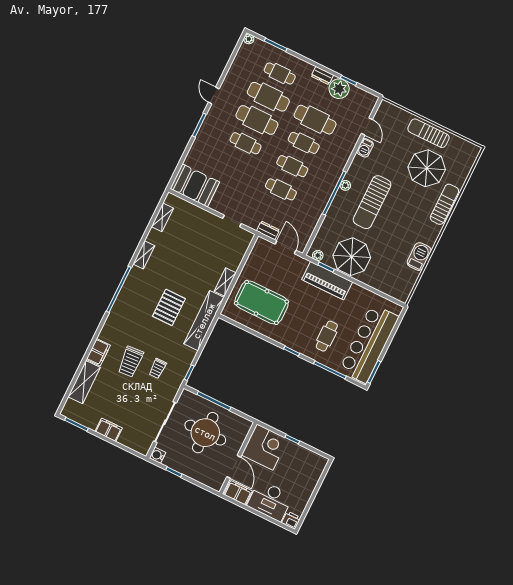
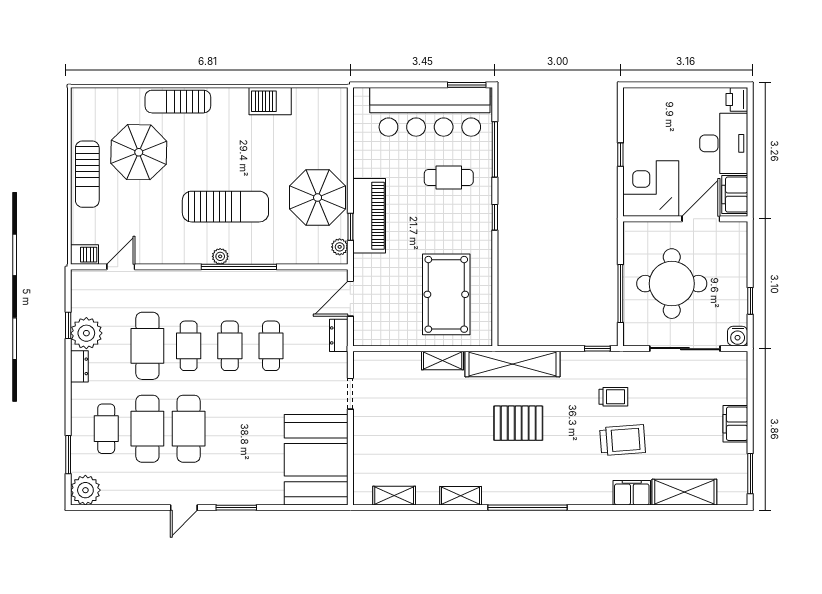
plant: (249, 39) -> (85, 490), width x1.88, depth x1.88
cafe table: (246, 143) -> (230, 429), removed
barbecue: (365, 148) -> (84, 255), moved
booth: (195, 185) -> (316, 460), width x1.36, depth x1.42

